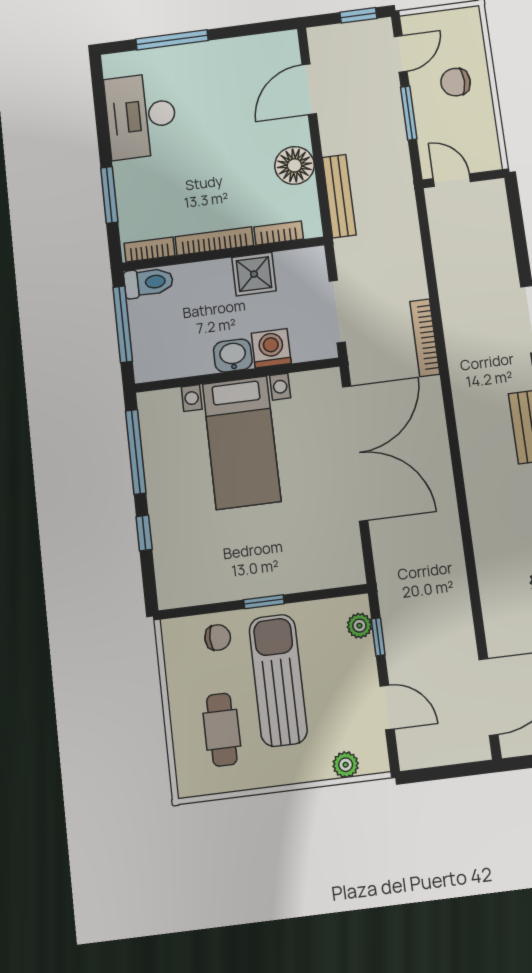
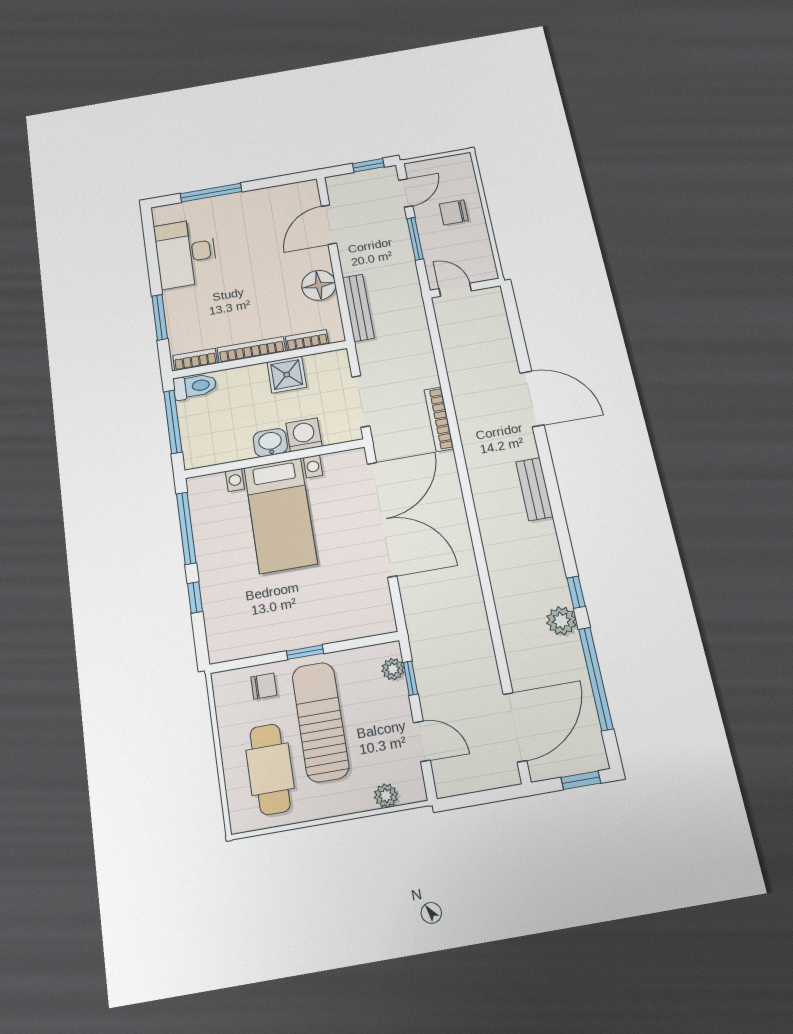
cafe table: (222, 730) -> (270, 769), width x1.37, depth x1.35

